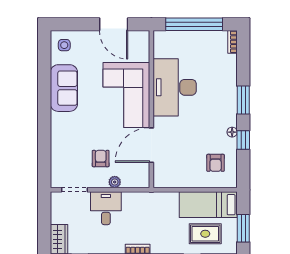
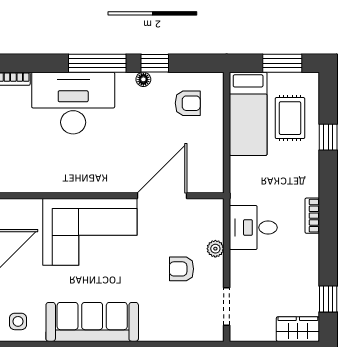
desk: (175, 87) -> (73, 103), moved, turned 180
sofa: (64, 88) -> (92, 322), width x1.36
window: (243, 100) -> (97, 63), width x1.44
door: (151, 145) -> (162, 196), swing flipped
desk: (106, 208) -> (253, 228), moved

